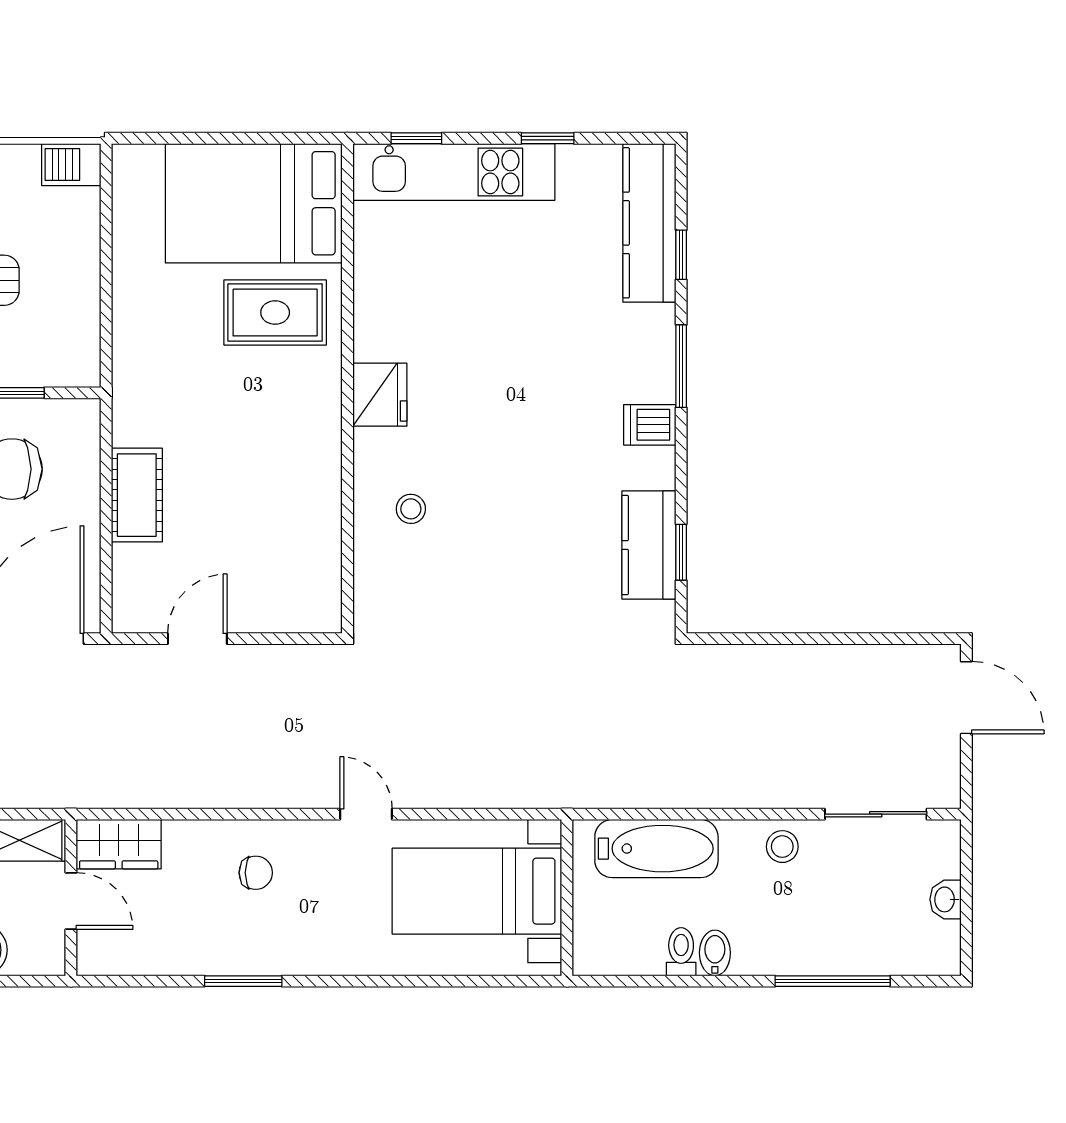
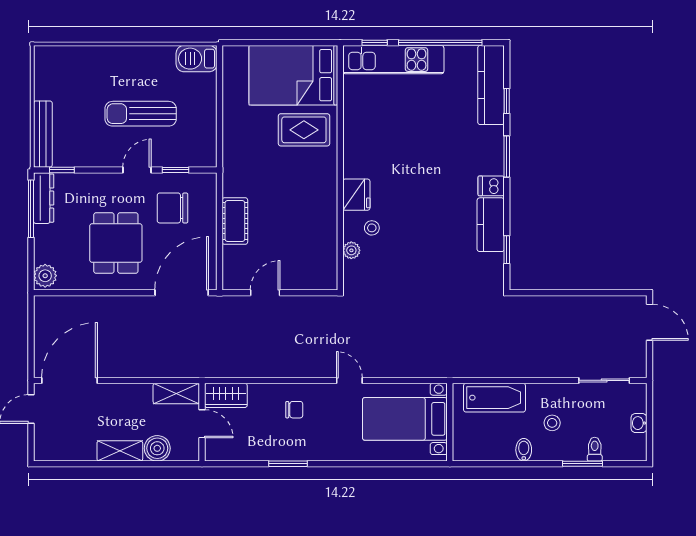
window: (548, 138) -> (440, 43), width x3.17
barbecue: (71, 165) -> (197, 59), width x1.38, depth x1.27
fridge: (380, 395) -> (356, 195), moved
kitchen counter: (649, 545) -> (491, 225), moved
plant: (370, 554) -> (351, 250), added
stool: (782, 847) -> (552, 423), moved
toilet: (681, 952) -> (595, 449), moved
window: (833, 981) -> (583, 464), width x0.69

